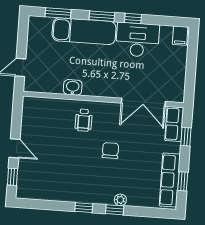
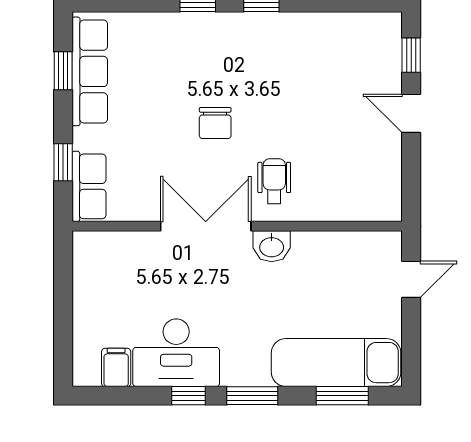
exam couch: (84, 31) -> (336, 363), moved
filing cabinet: (180, 36) -> (116, 367), moved
washbasin: (73, 87) -> (272, 246), moved
double door: (143, 102) -> (206, 226), moved
plant: (120, 200) -> (188, 24), removed

